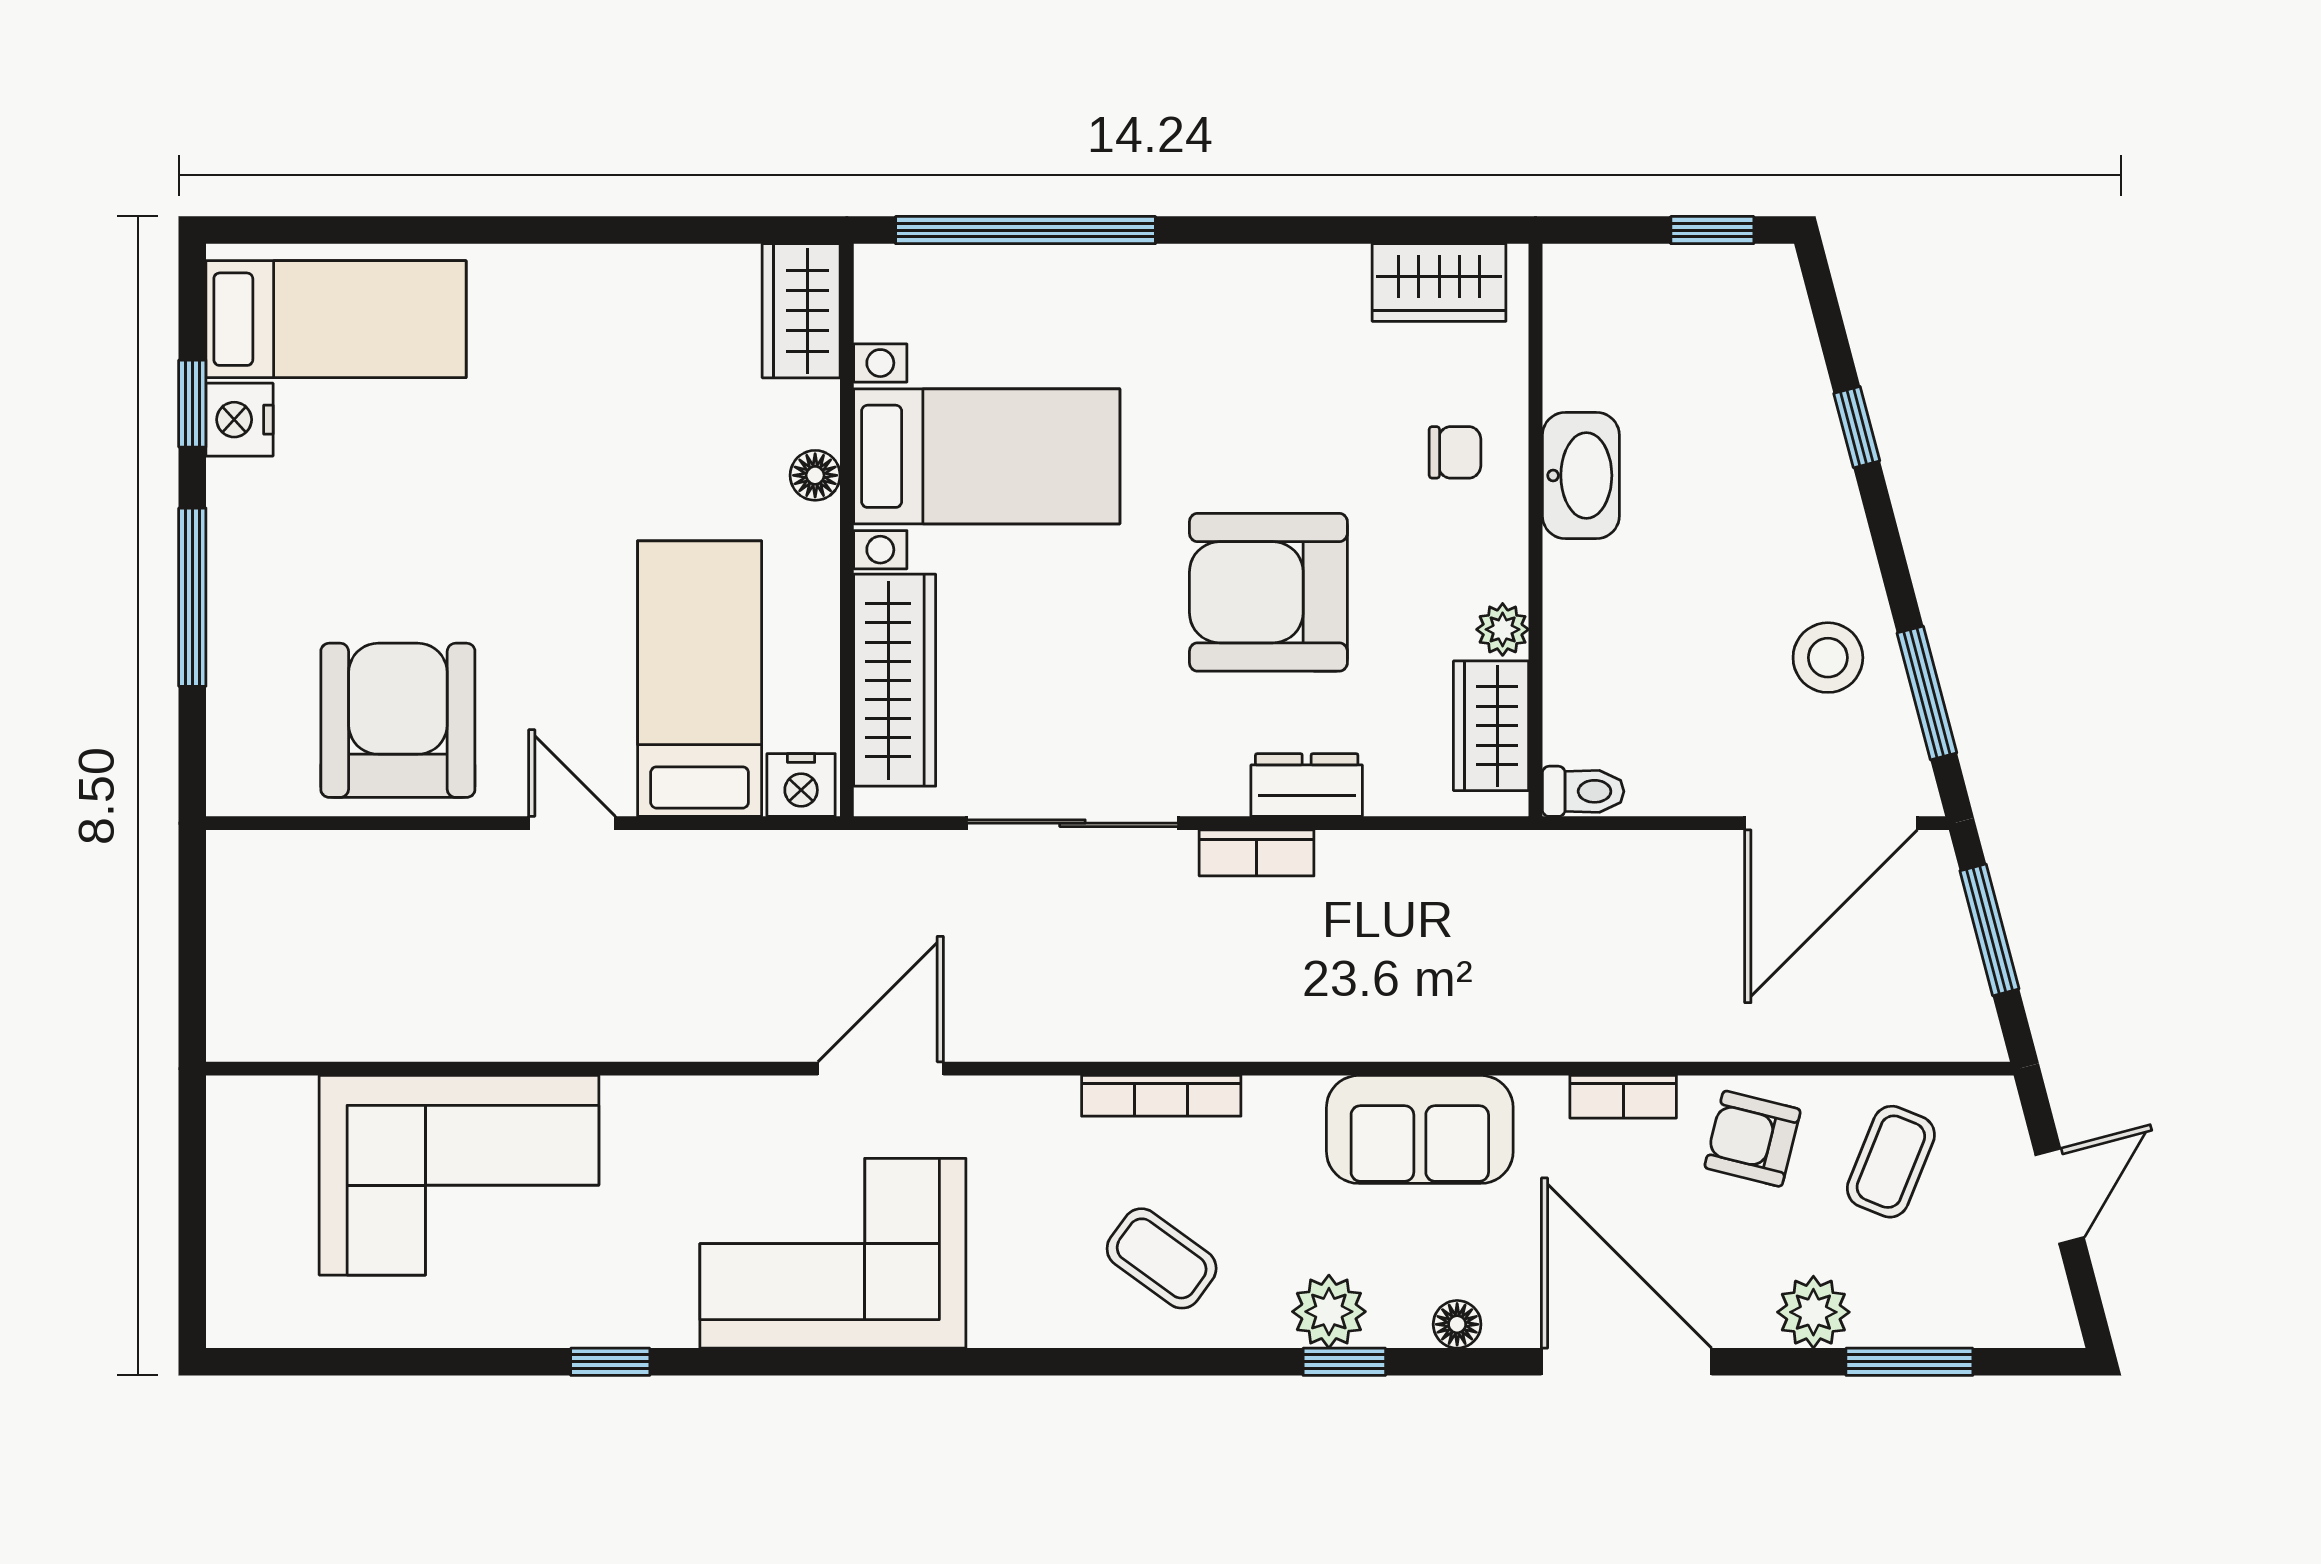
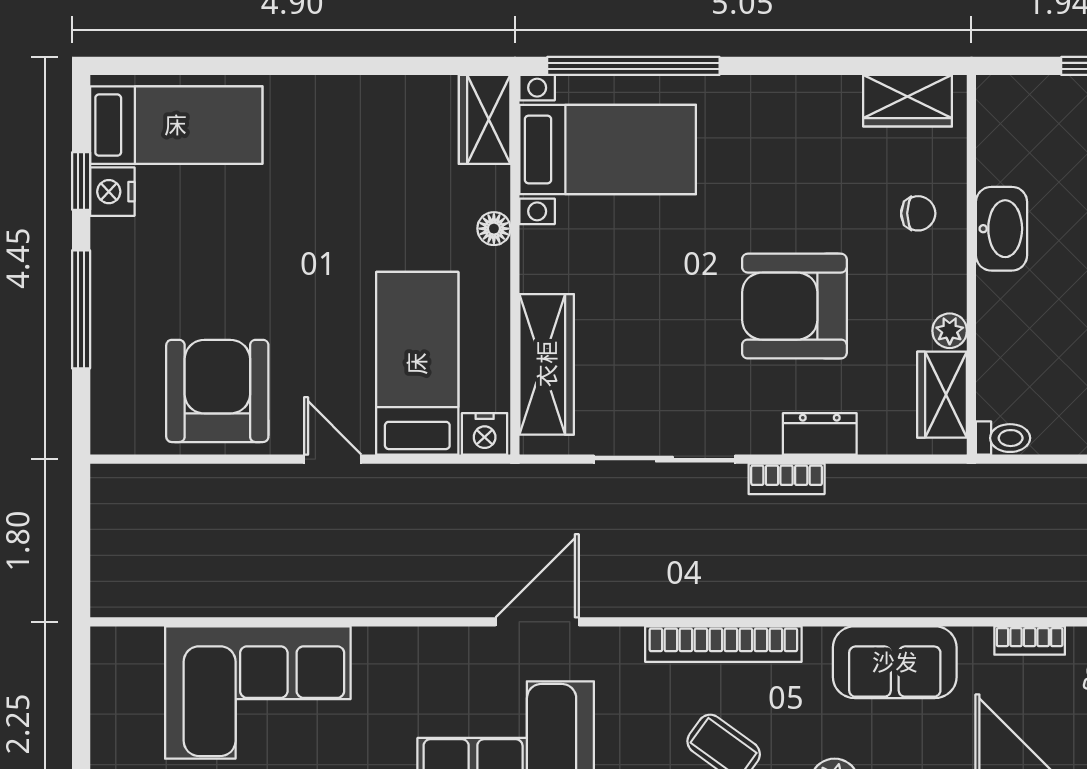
bed with nightstands: (987, 456) -> (608, 150), moved
bookcase: (1161, 1096) -> (723, 644), width x1.48, depth x1.31

